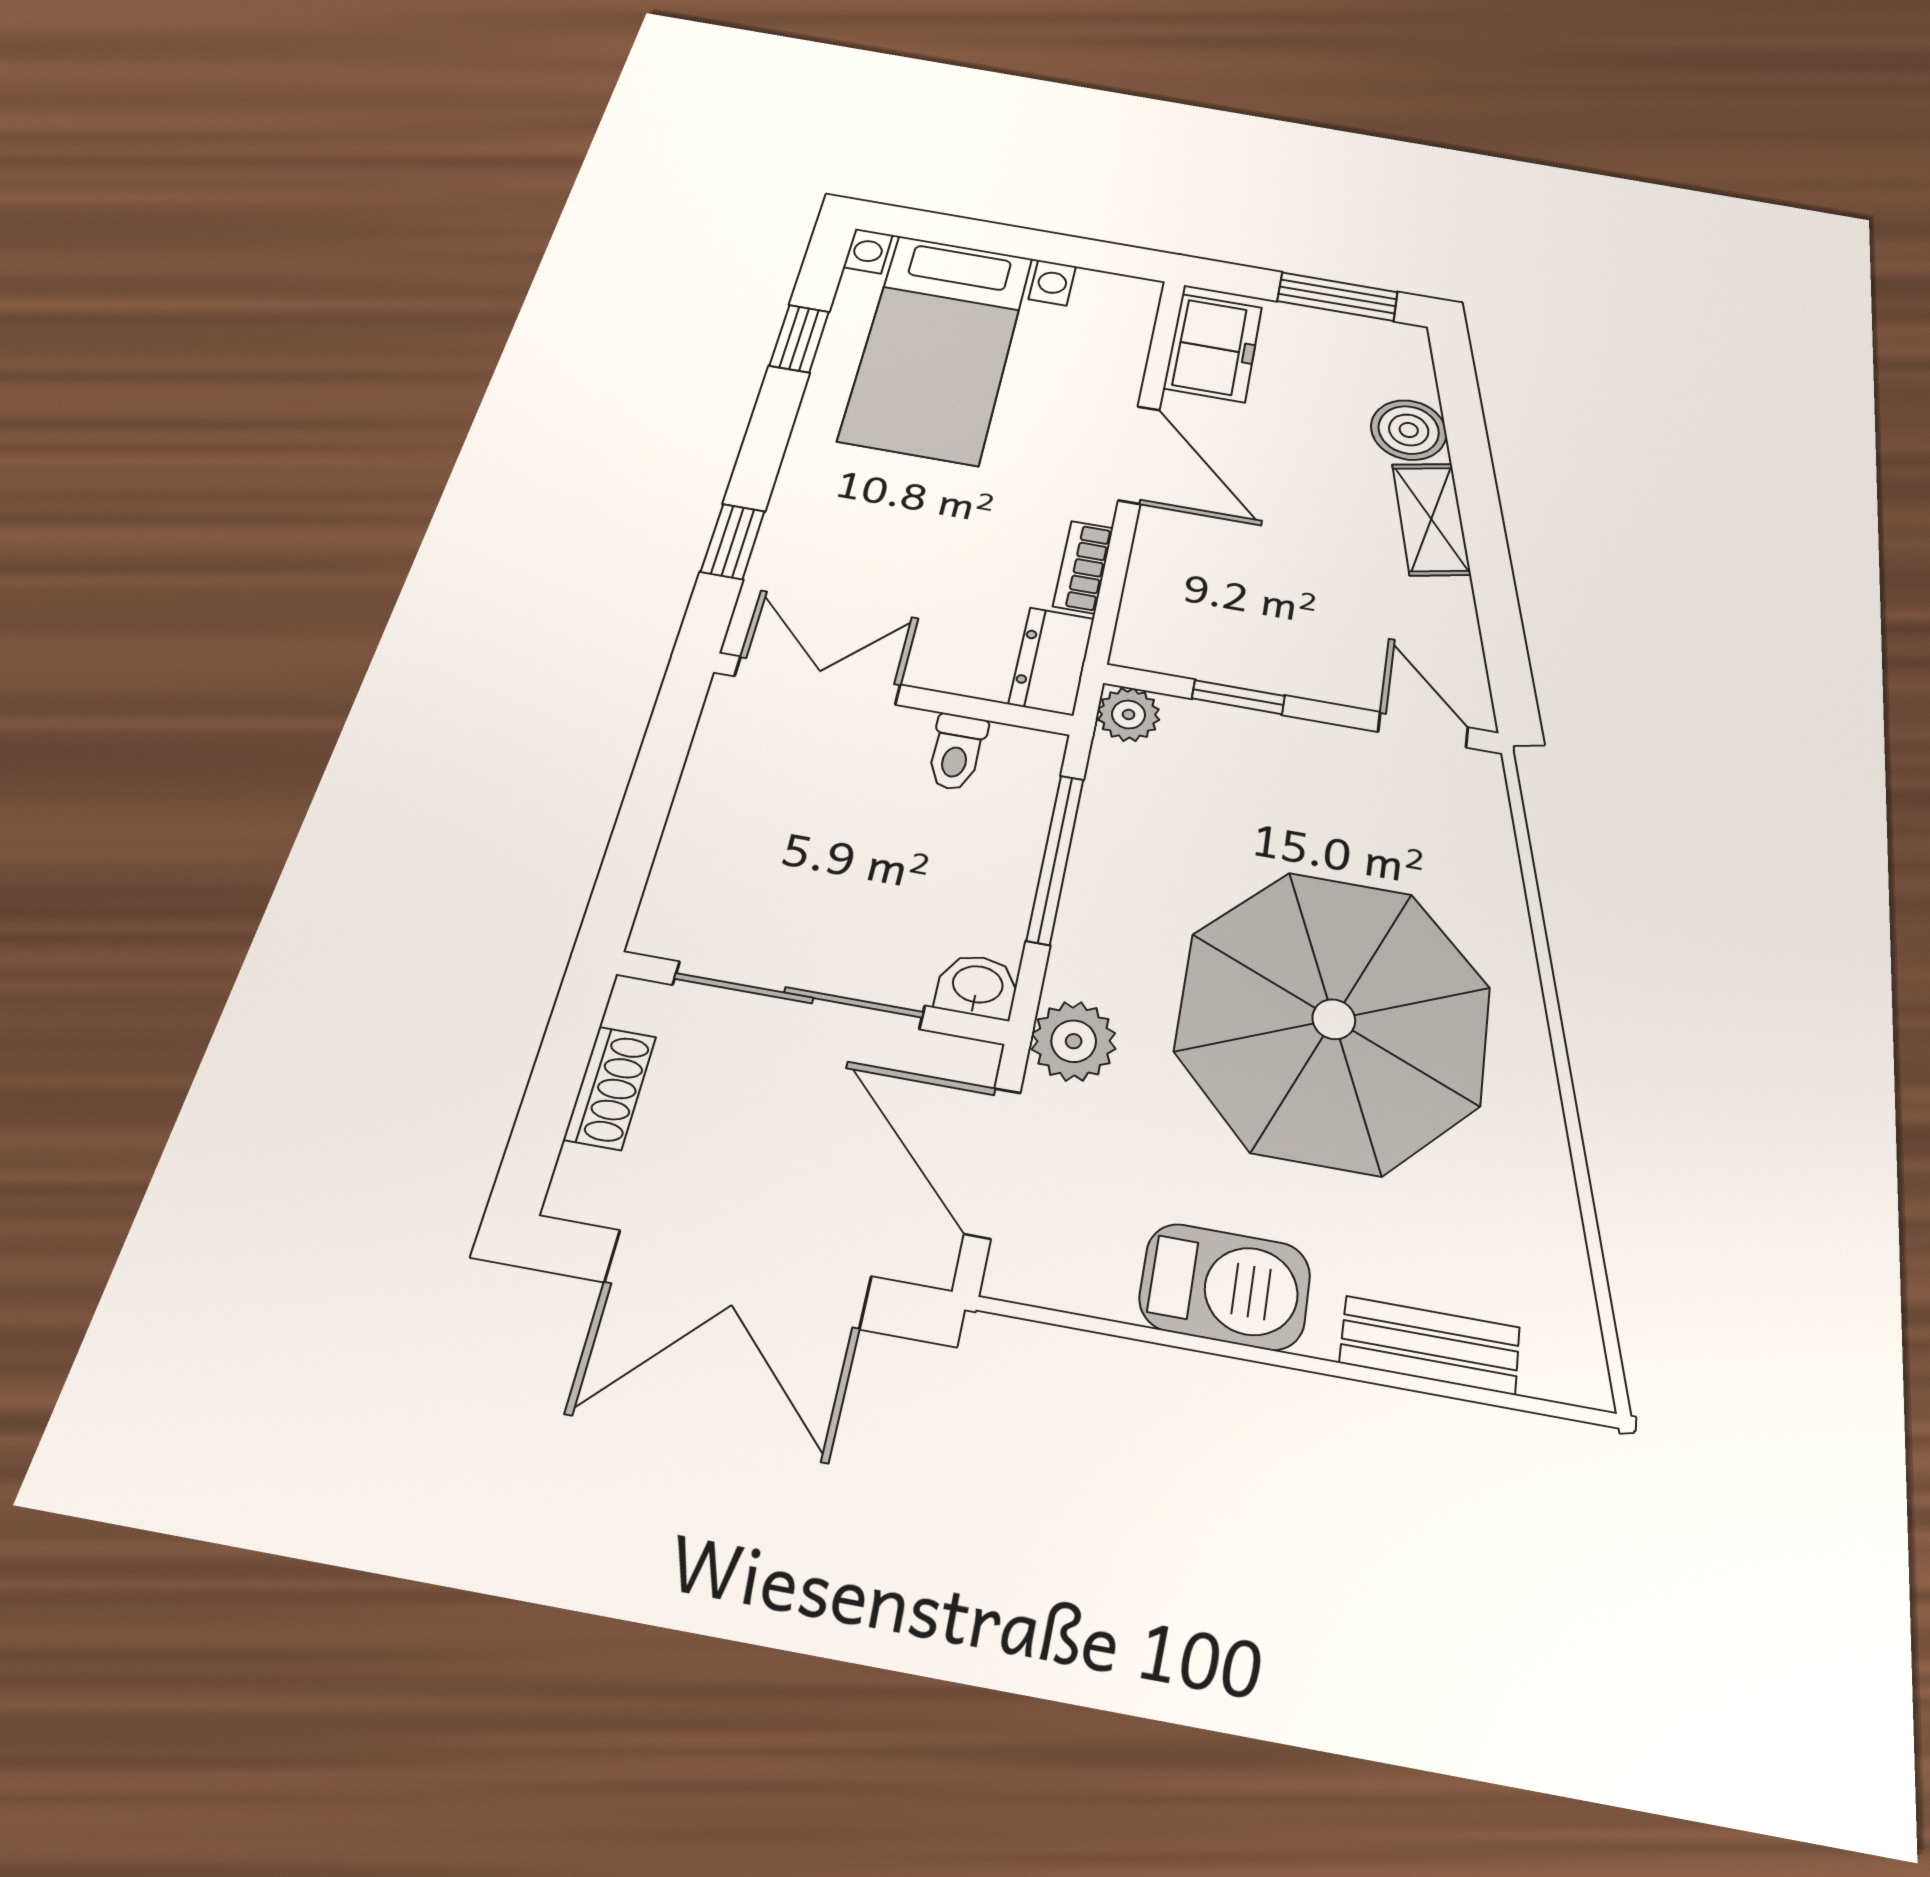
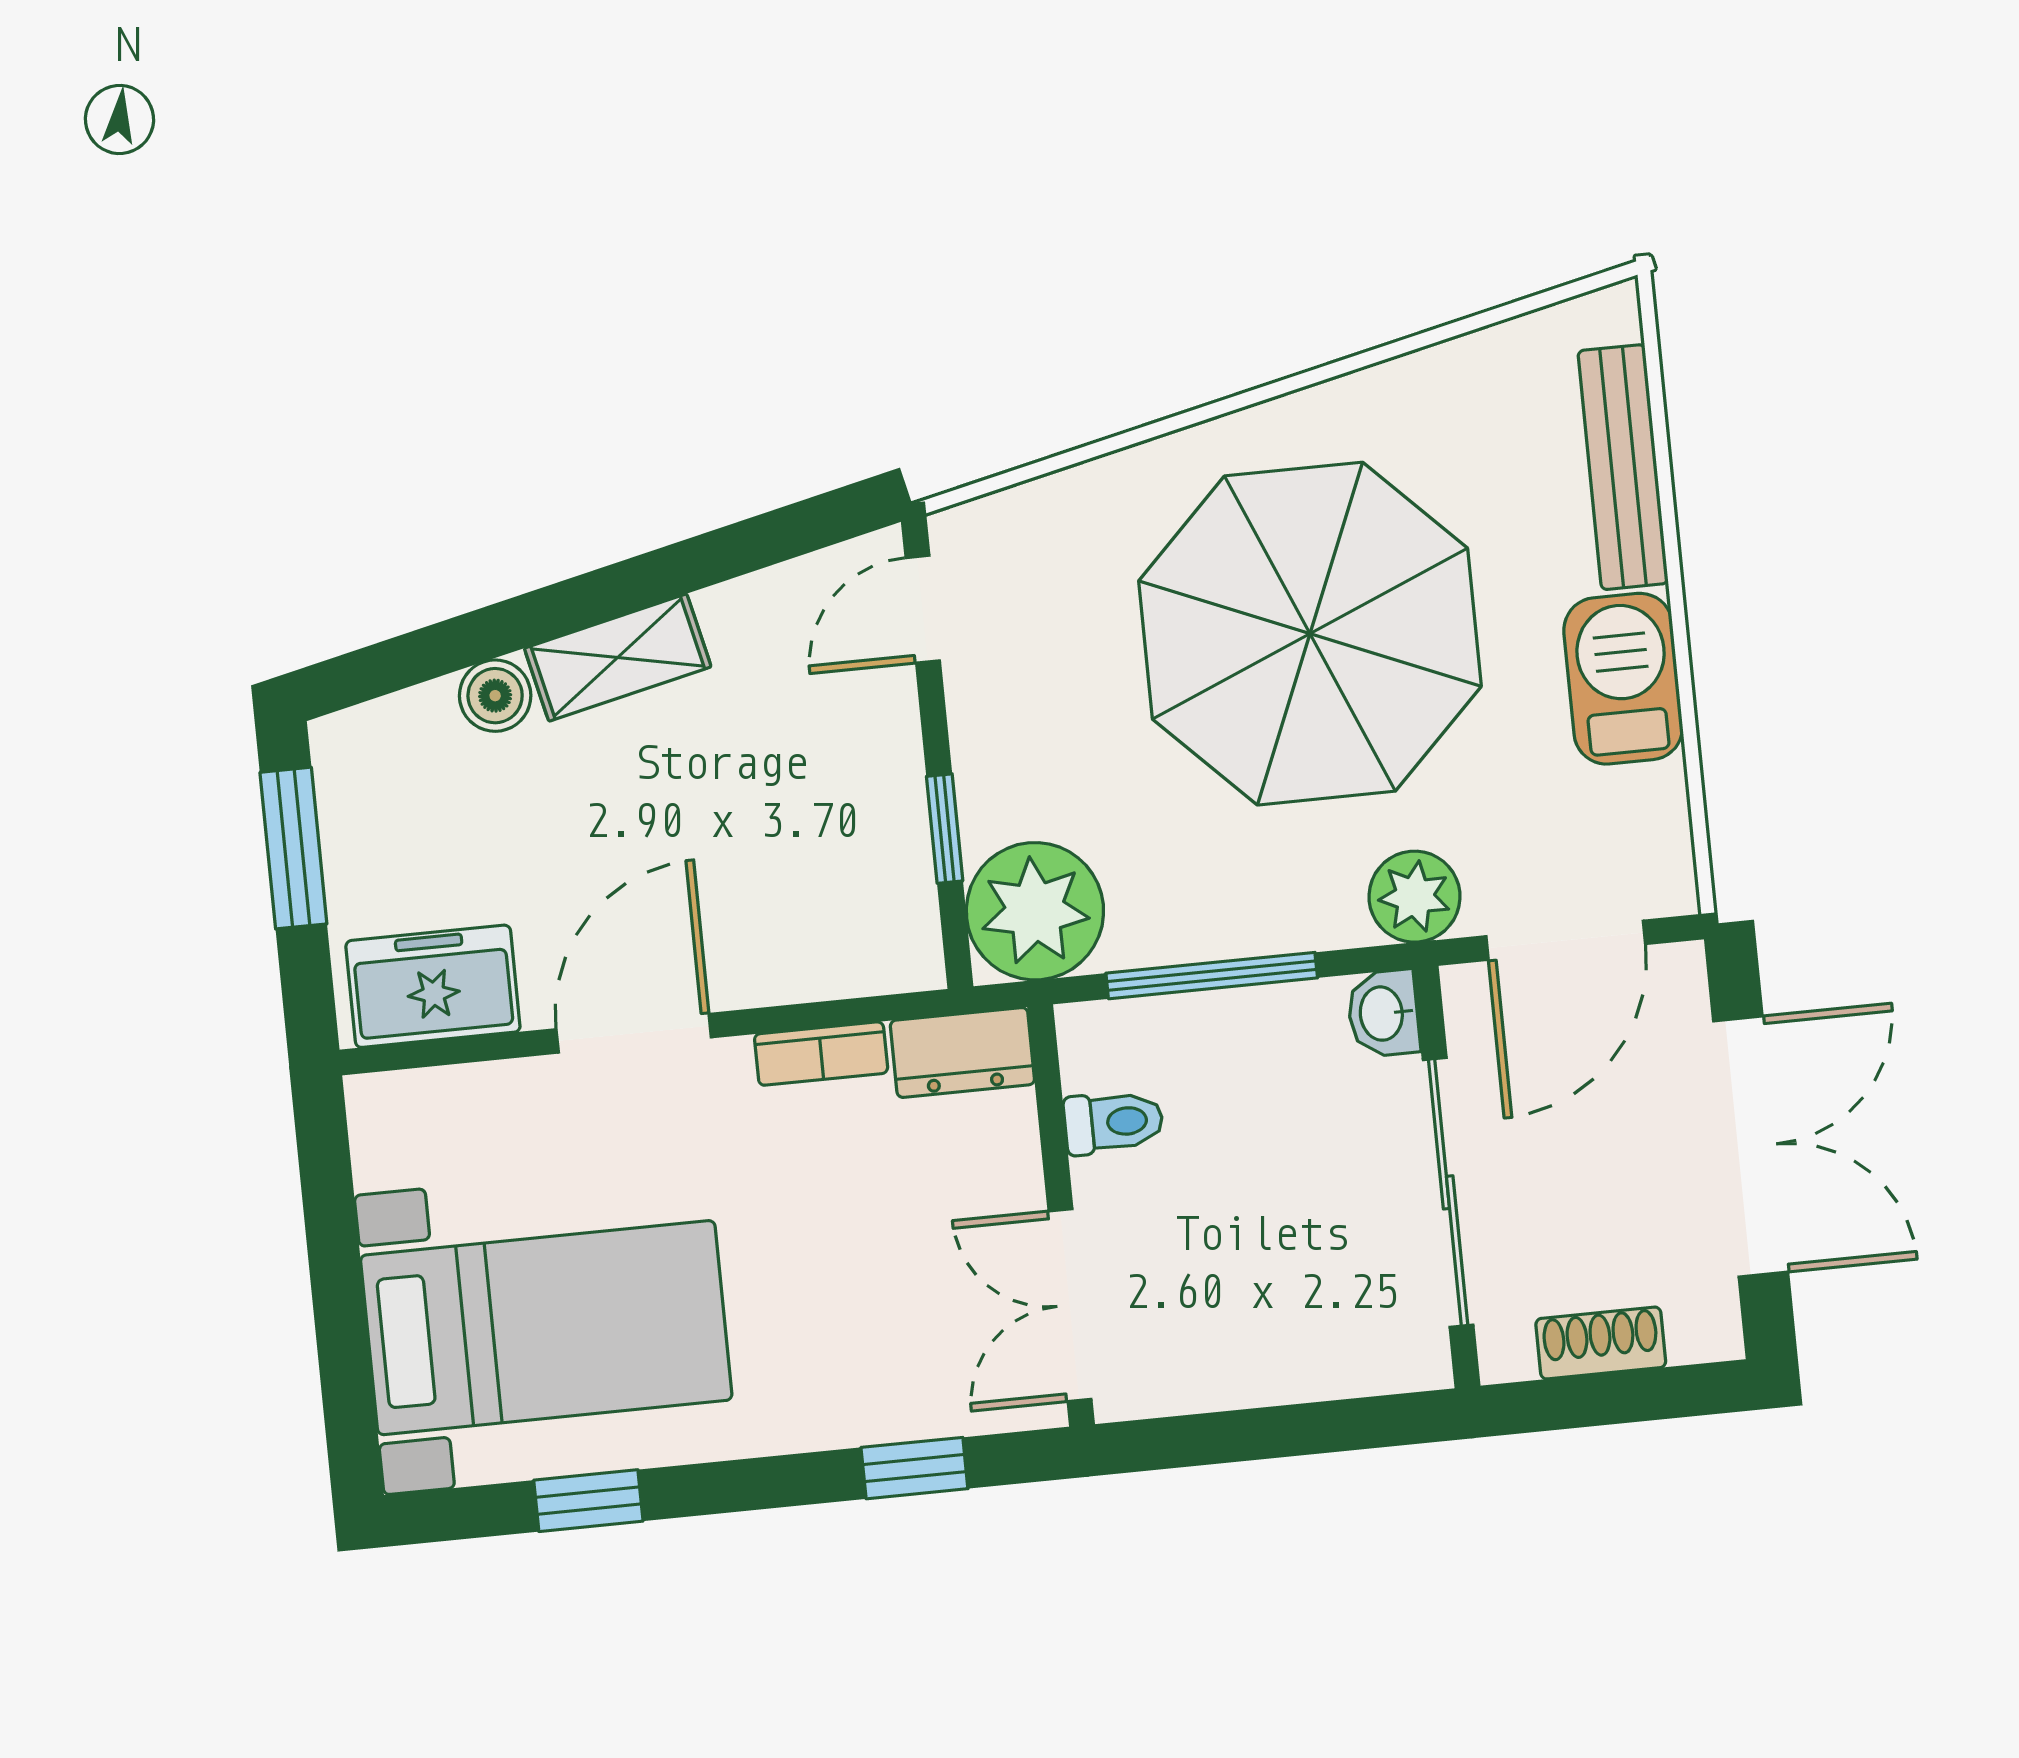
boiler: (1409, 430) -> (495, 696), width x0.73, depth x0.73
plant: (1129, 714) -> (1035, 911), width x1.88, depth x1.88
bench: (1430, 1345) -> (1623, 467), width x1.36

